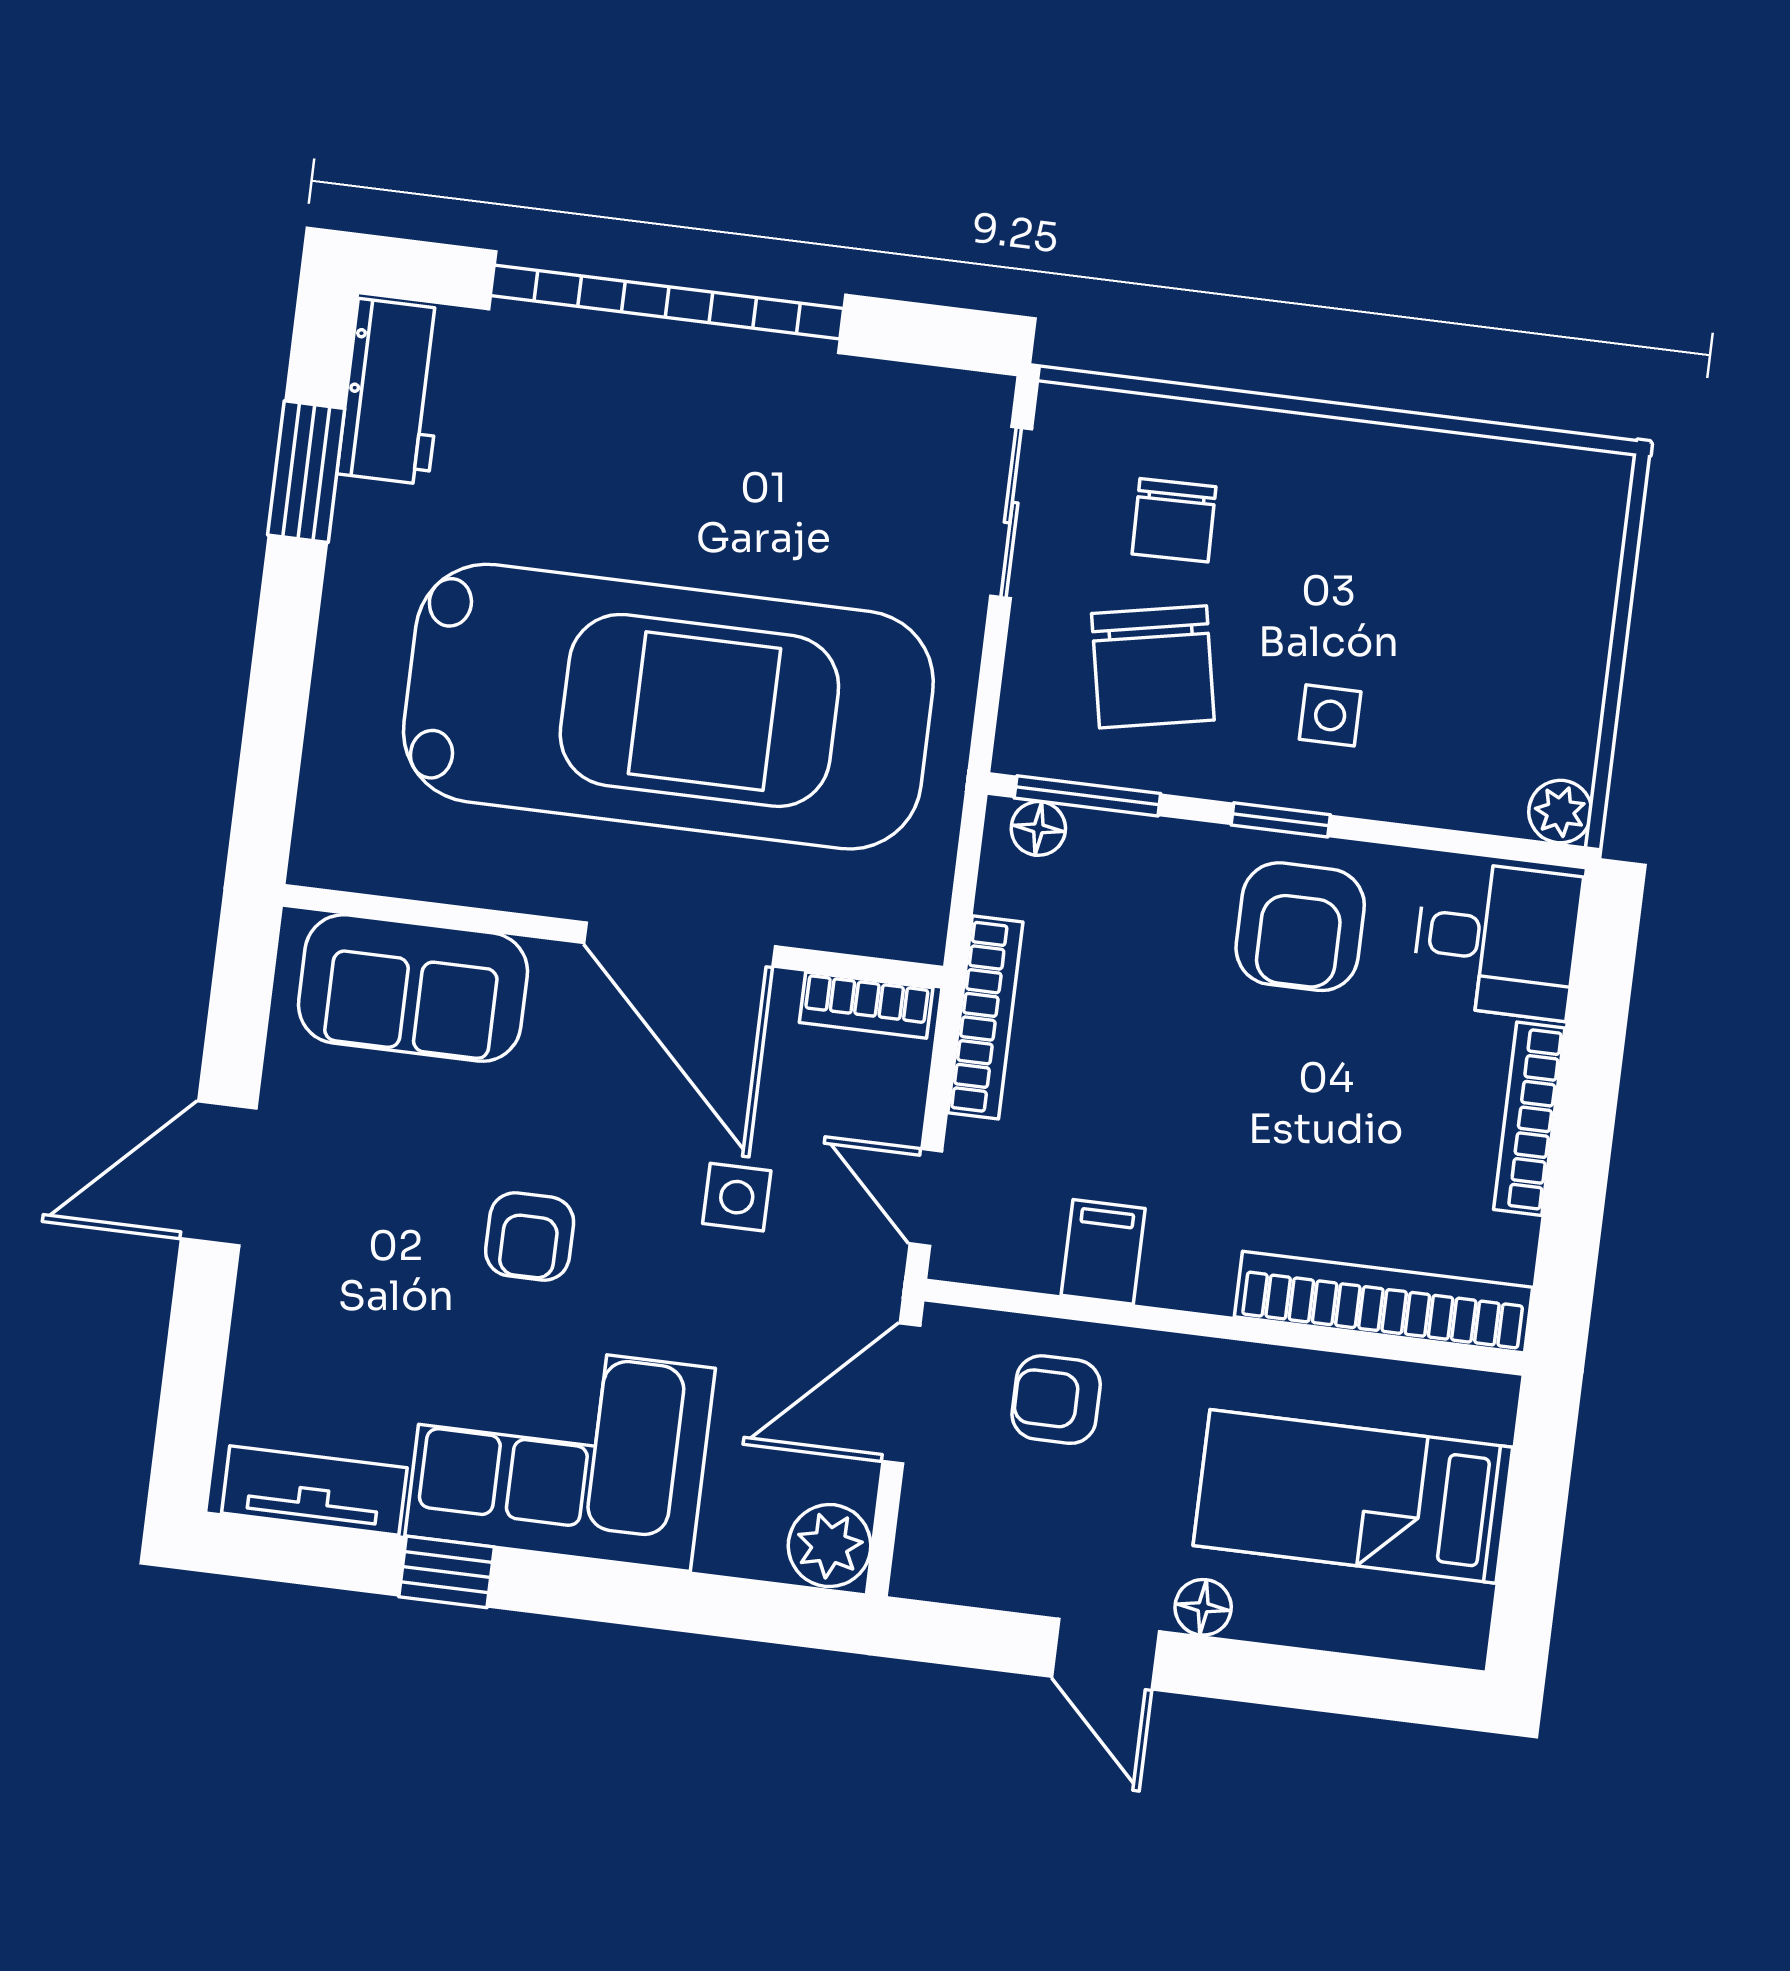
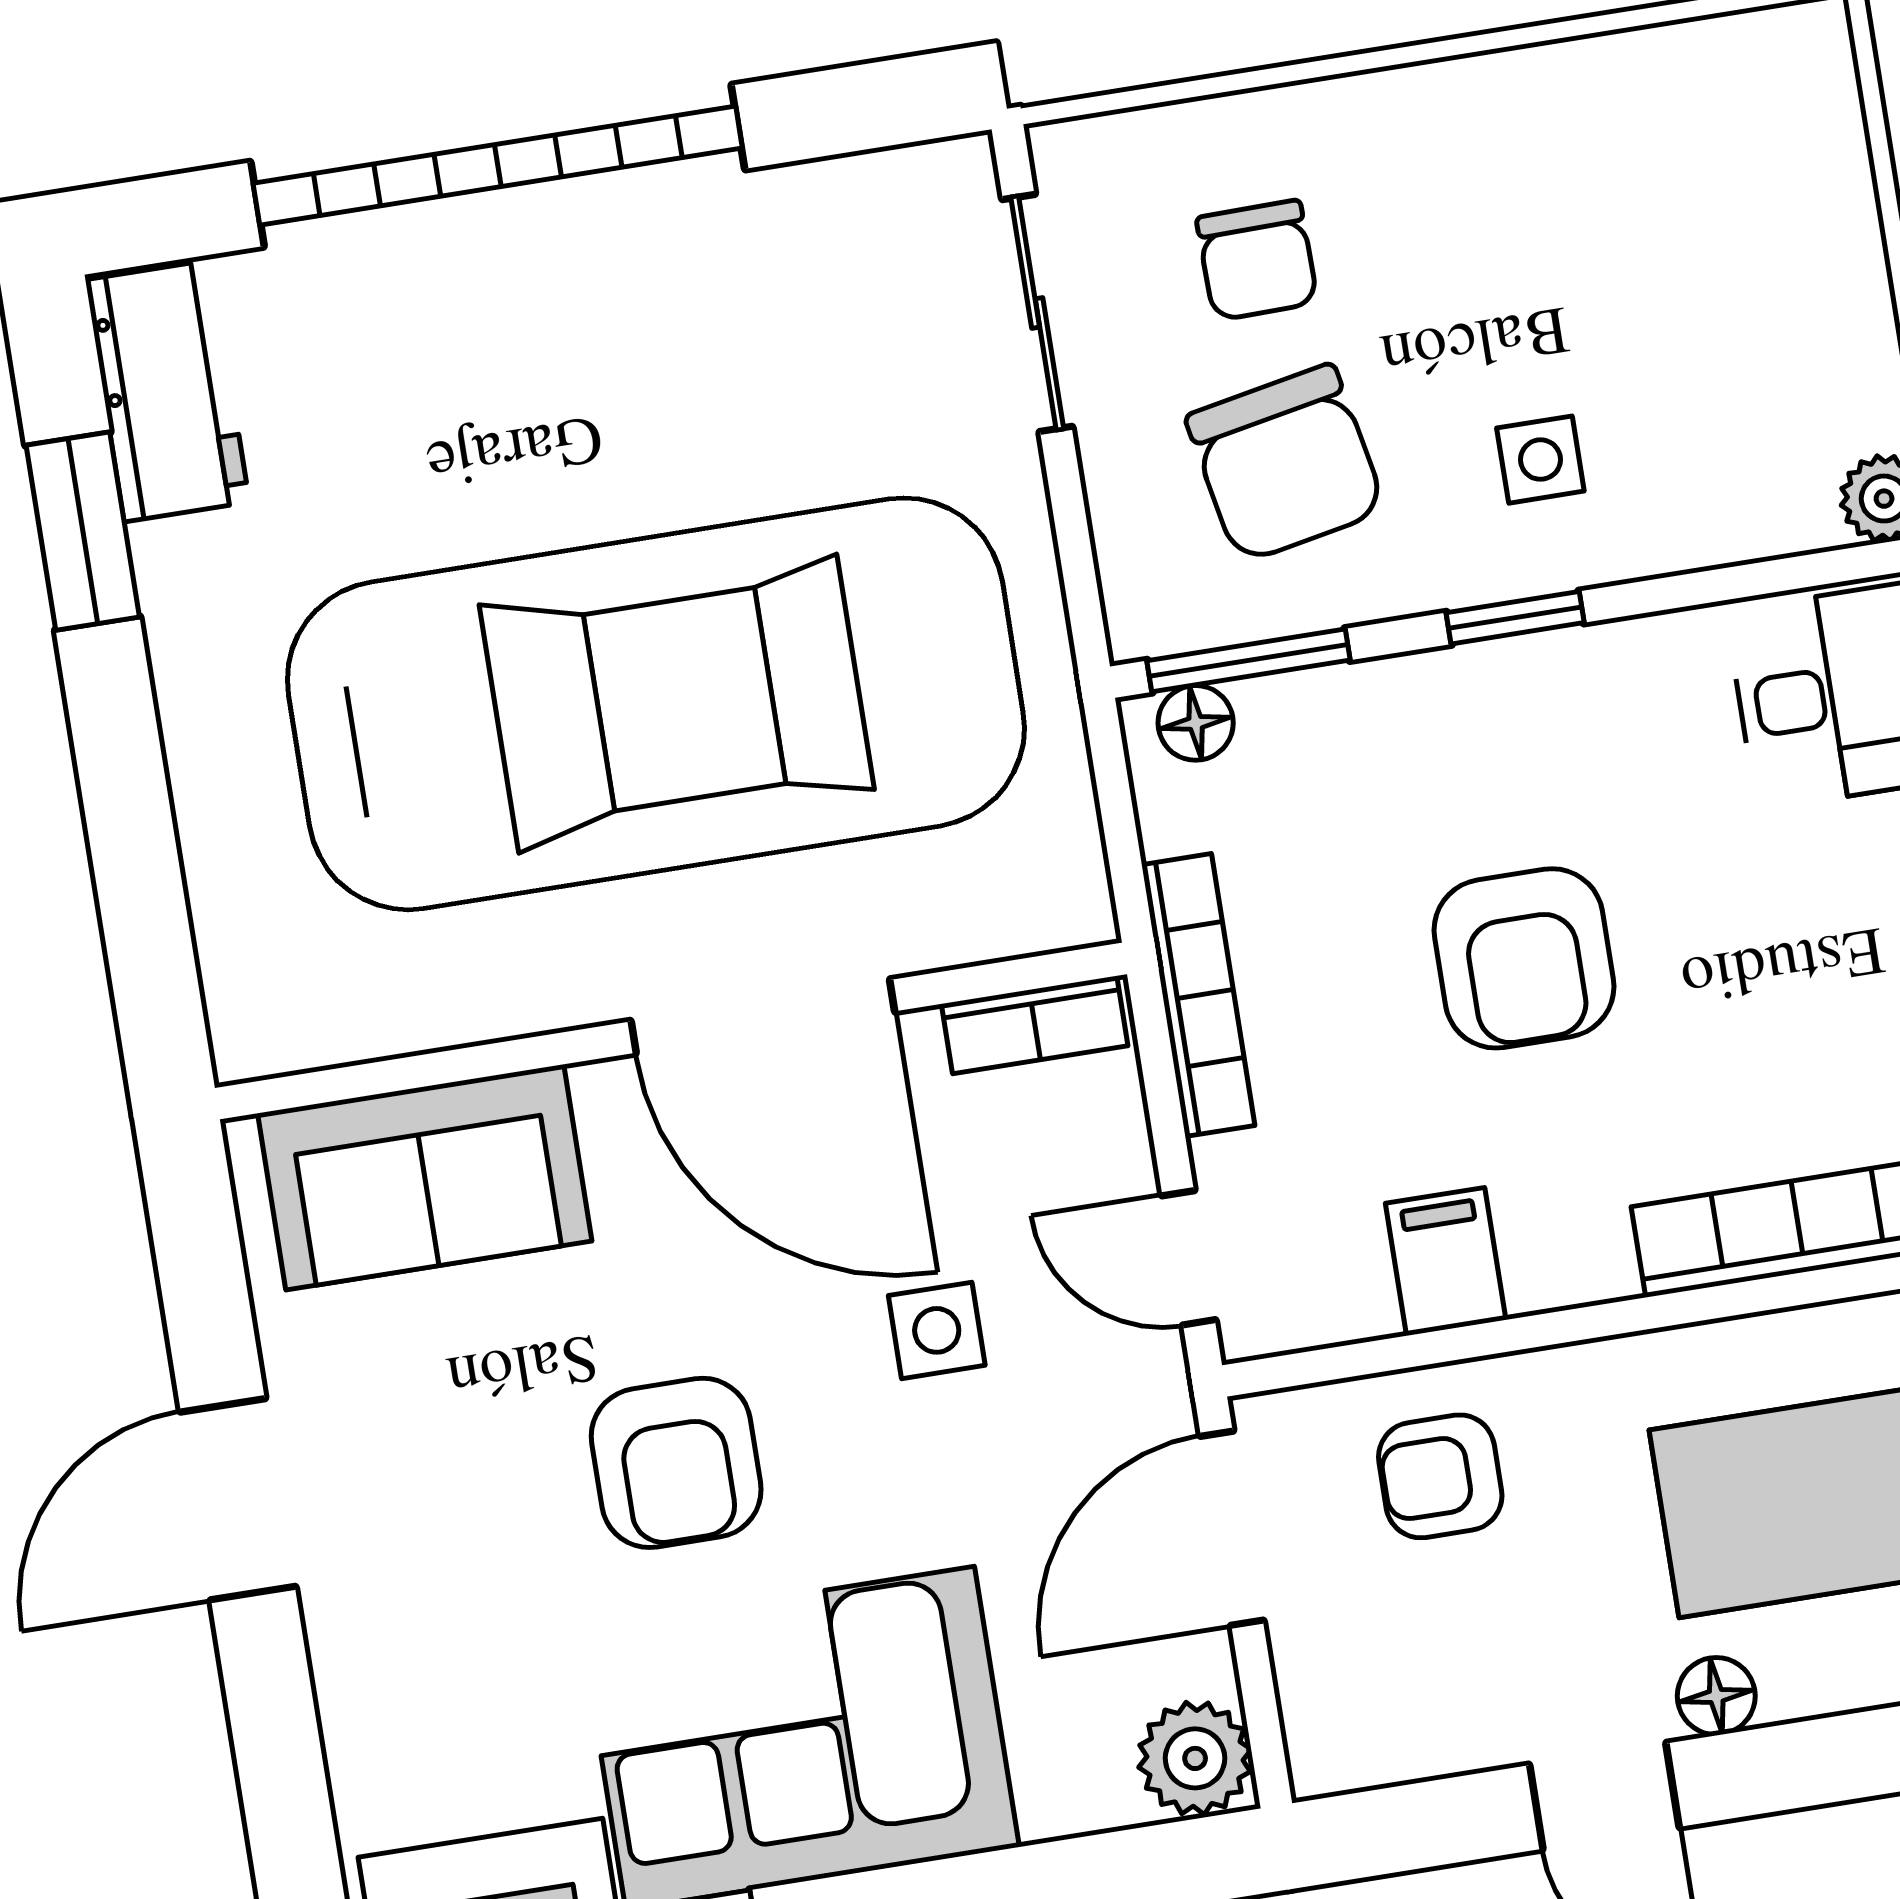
armchair: (1300, 927) -> (1524, 958), moved
armchair: (530, 1236) -> (676, 1463), width x1.38, depth x1.38

